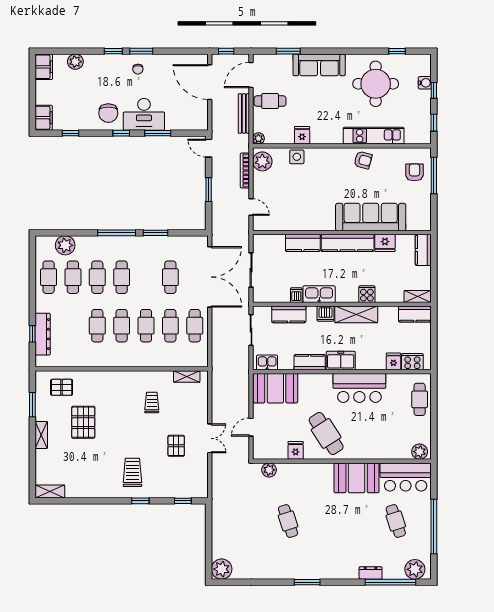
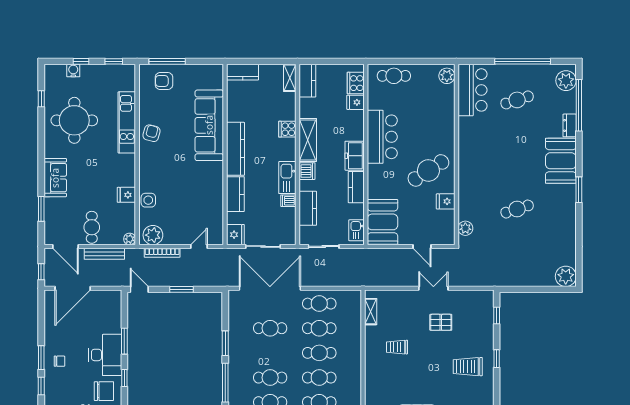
sofa: (319, 65) -> (55, 178), width x0.73
door: (209, 148) -> (139, 289), swing flipped
fridge: (385, 243) -> (235, 235), moved
booth: (357, 478) -> (561, 161), moved

